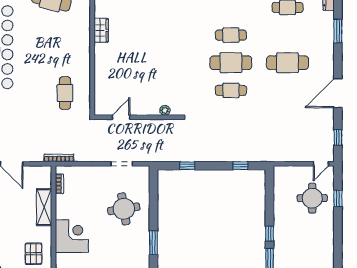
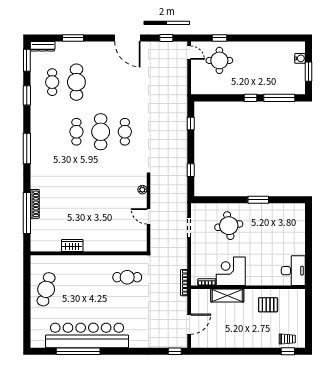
cafe table: (288, 63) -> (76, 82), moved
door: (121, 117) -> (148, 216), moved
corner desk: (72, 236) -> (231, 271), moved

